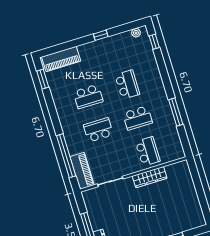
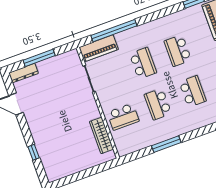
school desk: (127, 85) -> (193, 91), turned -90
wardrobe: (150, 177) -> (101, 135), moved

